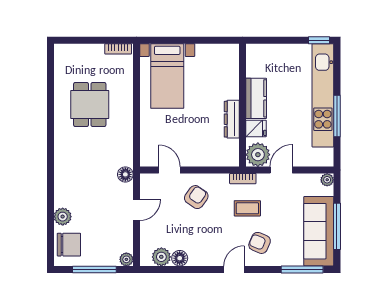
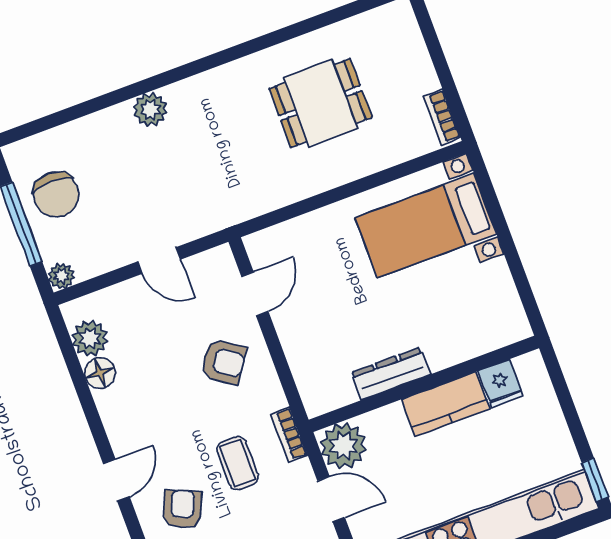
fridge: (256, 129) -> (501, 383), moved
floor lamp: (125, 174) -> (216, 216), removed
plant: (63, 217) -> (150, 109), moved
chair: (69, 245) -> (56, 194), moved
door: (234, 269) -> (116, 480), hinge flipped

